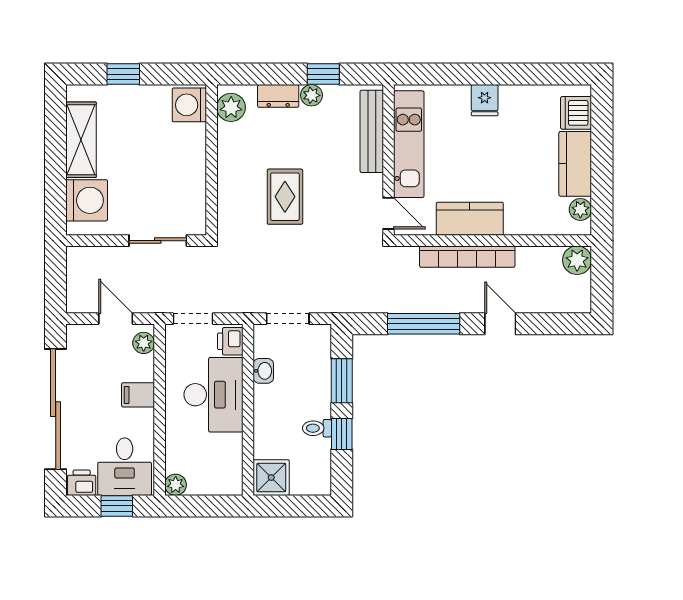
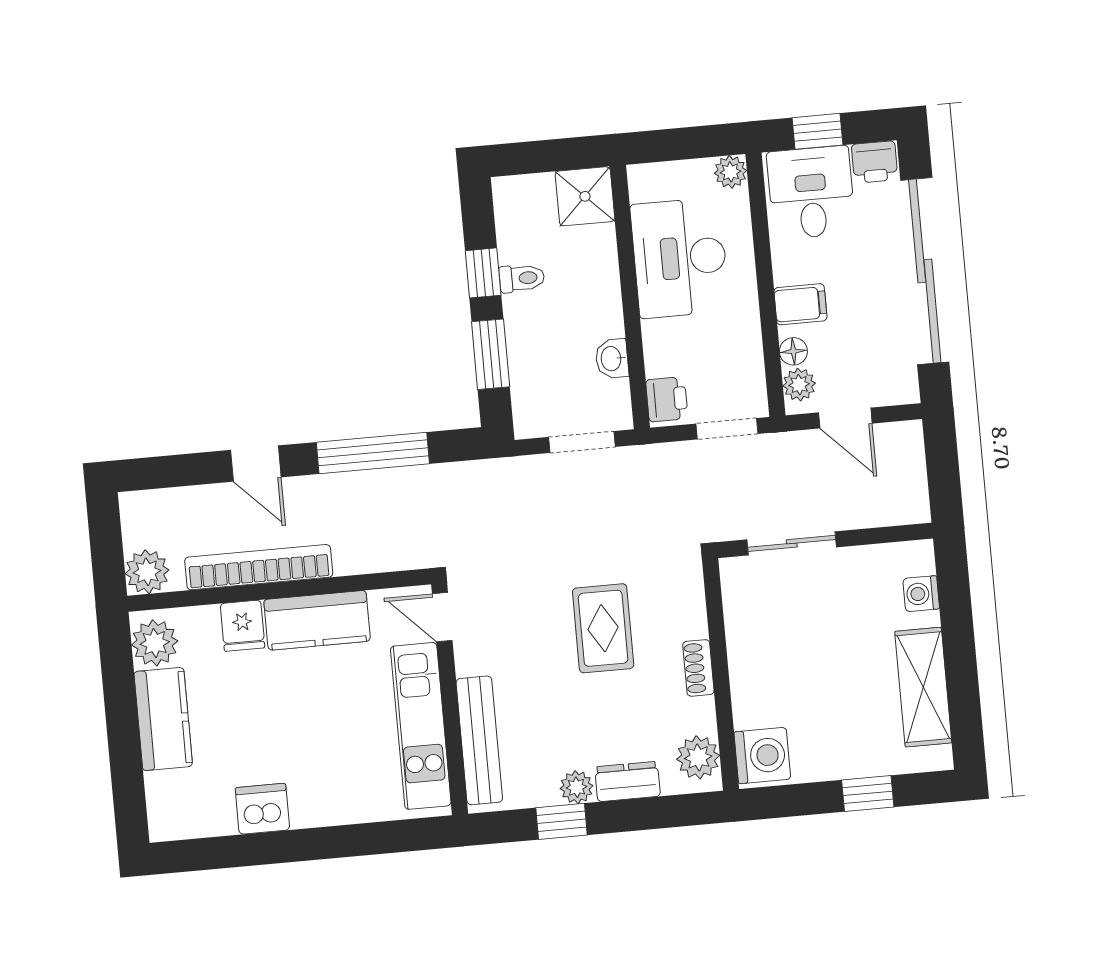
fridge: (485, 100) -> (243, 626), moved, turned 180
dishwasher: (576, 113) -> (262, 809), moved, turned -90
shoe rack: (226, 165) -> (698, 668), added
washing machine: (87, 200) -> (921, 594), width x0.53, depth x0.53
plant: (580, 209) -> (155, 643), width x1.38, depth x1.38
bookcase: (467, 257) -> (259, 567), moved
floor lamp: (145, 365) -> (793, 351), added
desk: (213, 395) -> (680, 258), moved

